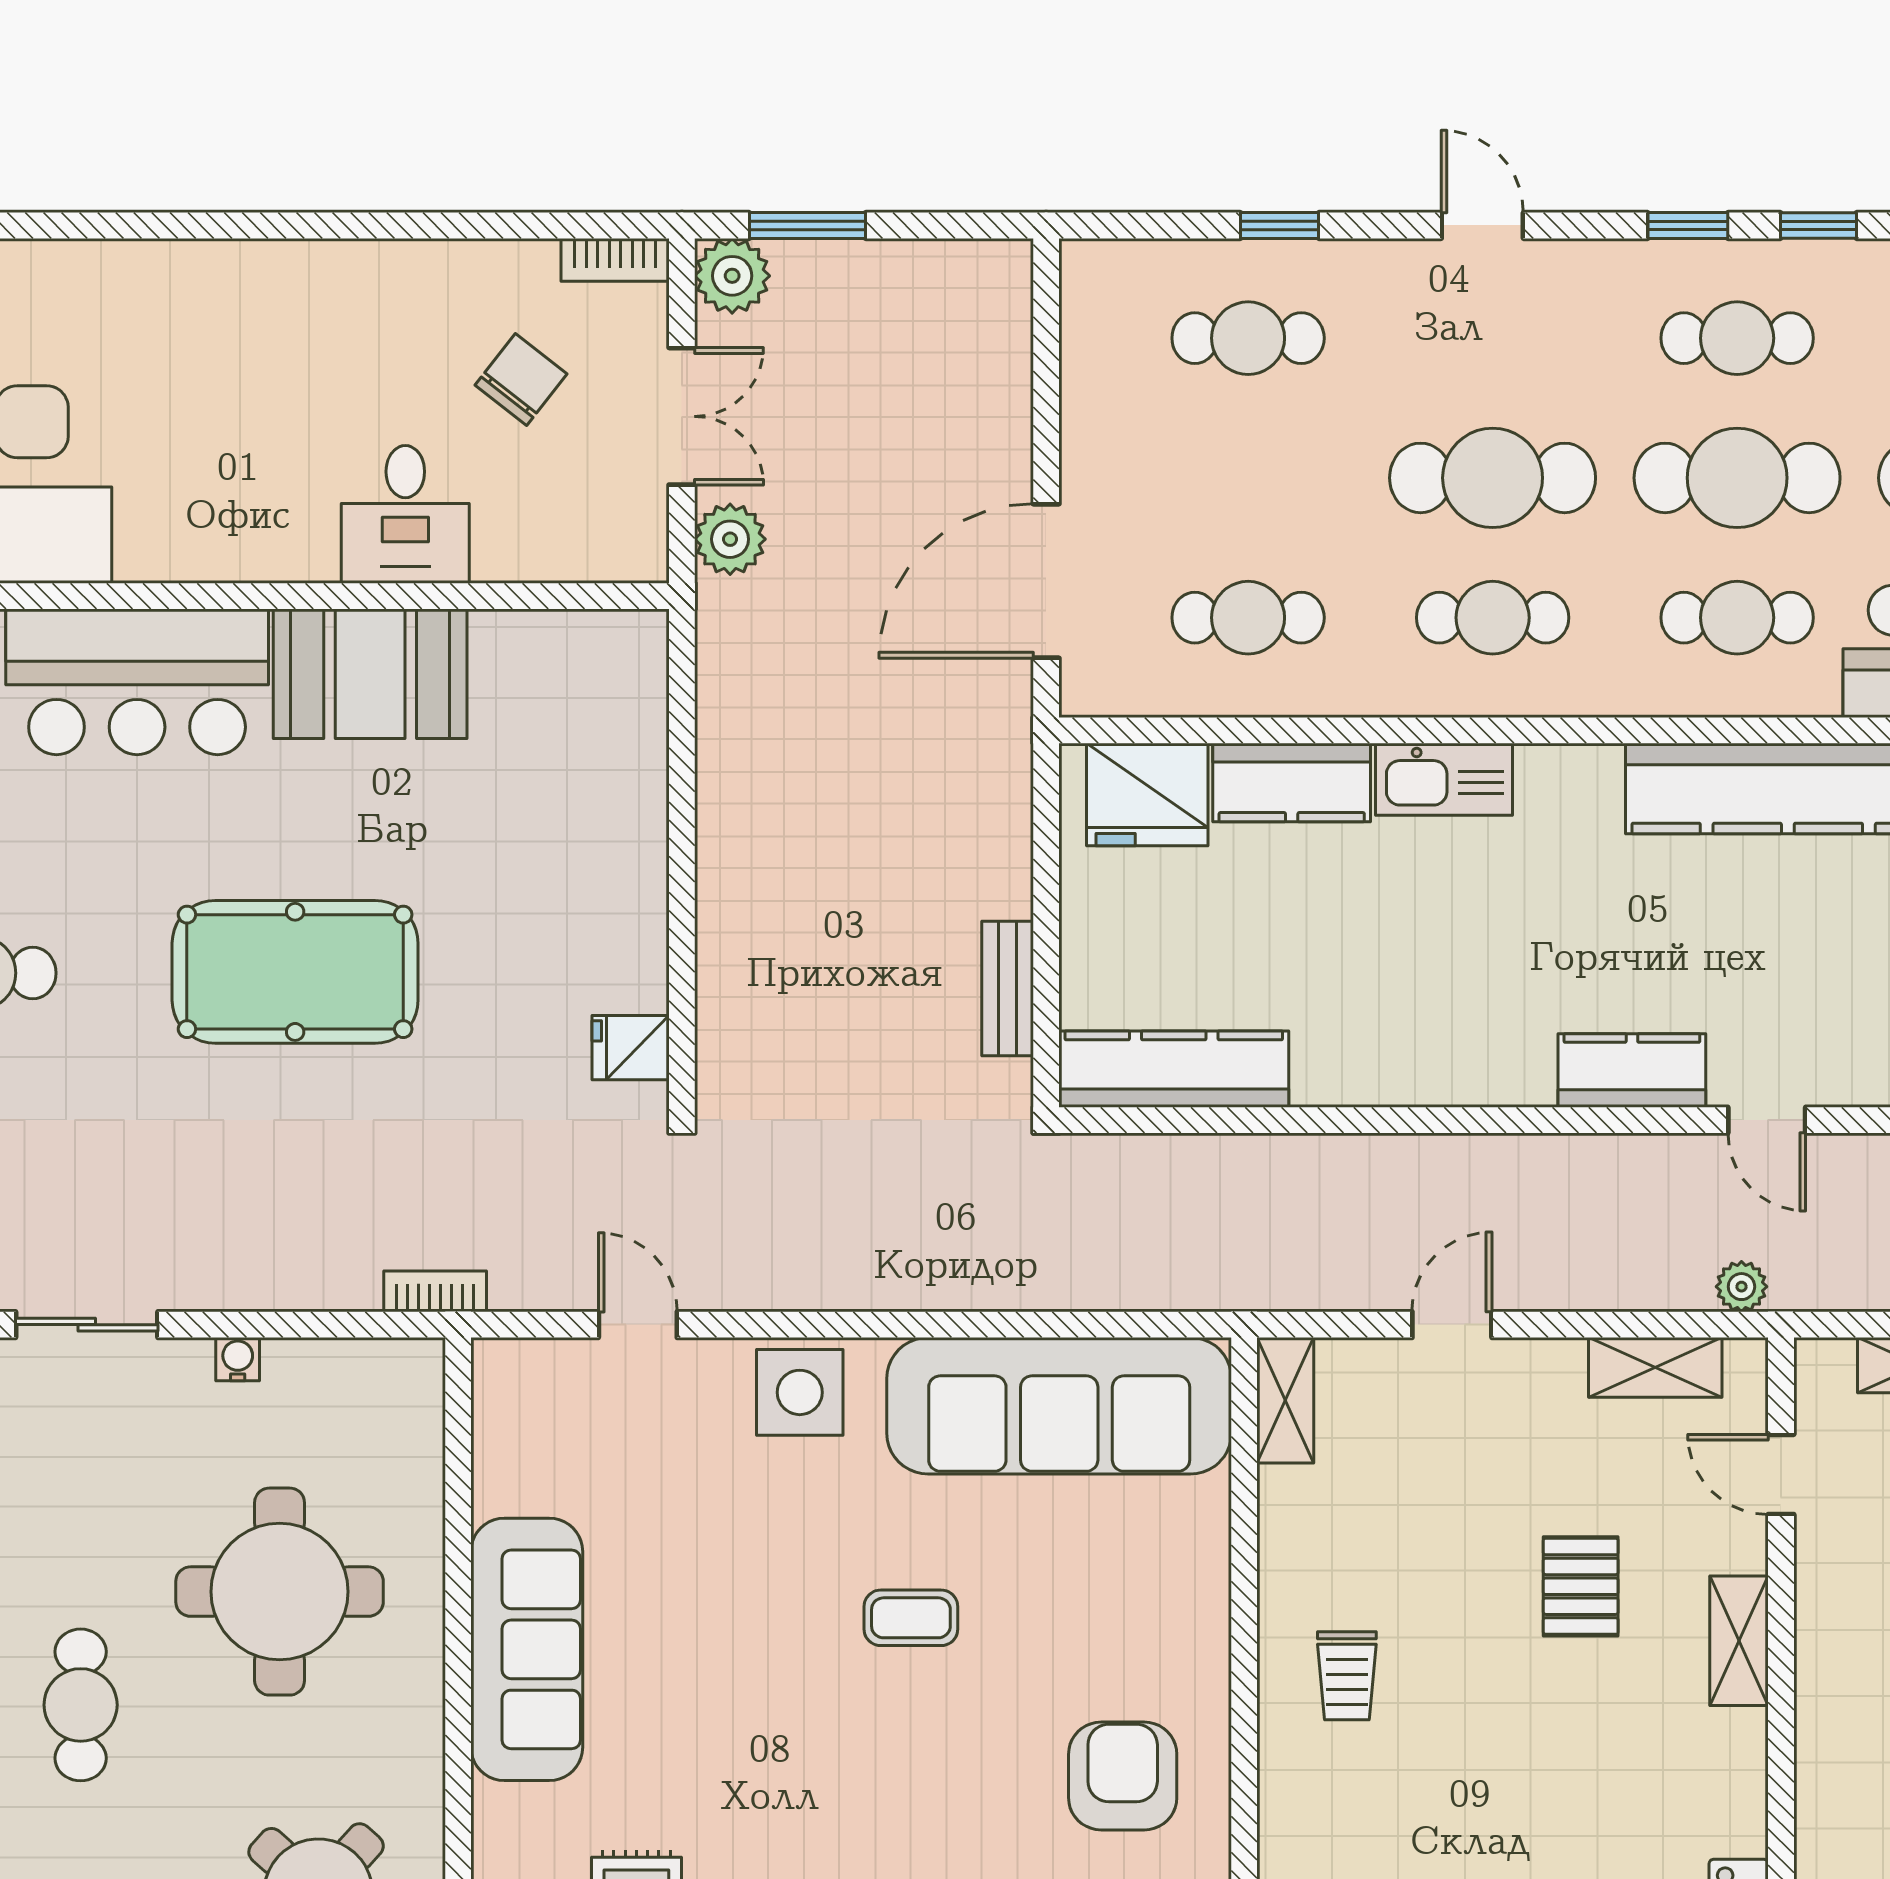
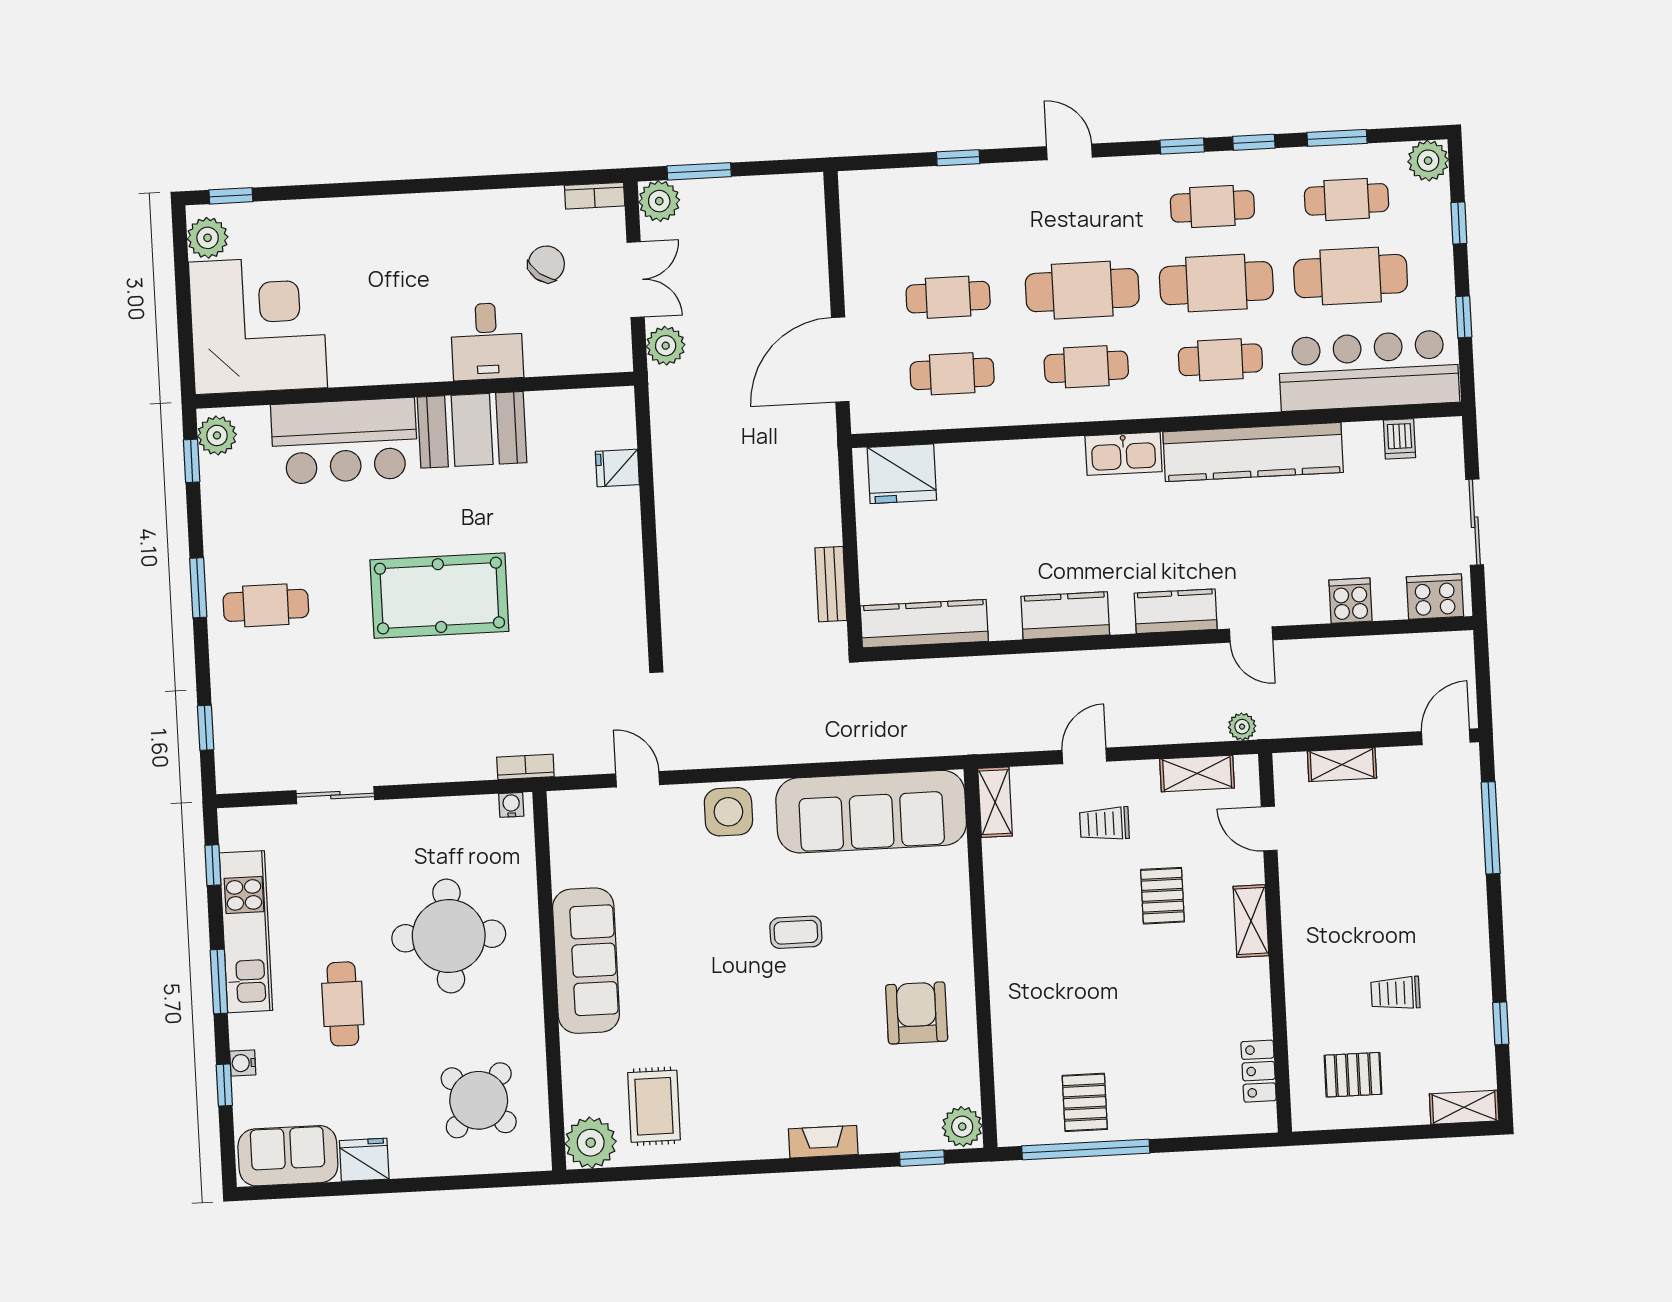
cafe table: (1248, 338) -> (948, 297), moved
kitchen sink: (1444, 779) -> (1124, 454), moved
kitchen counter: (1292, 783) -> (1065, 616), moved, turned 180
fridge: (631, 1048) -> (617, 468), moved
water cooler: (238, 1359) -> (511, 805), moved
trolley: (1347, 1676) -> (1104, 824), moved, turned 90

